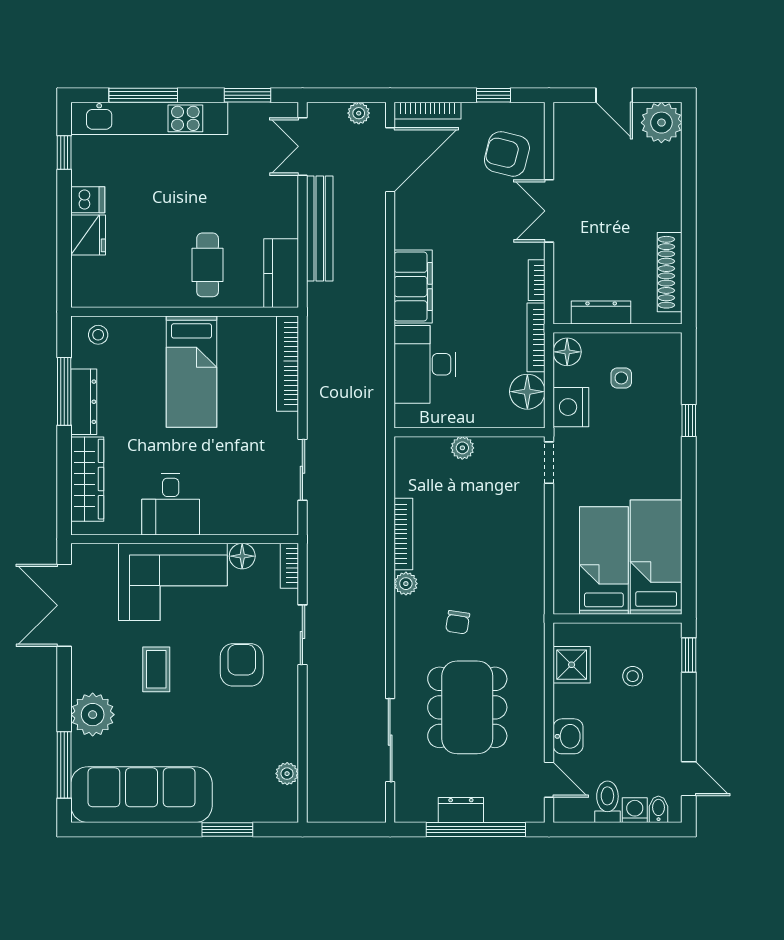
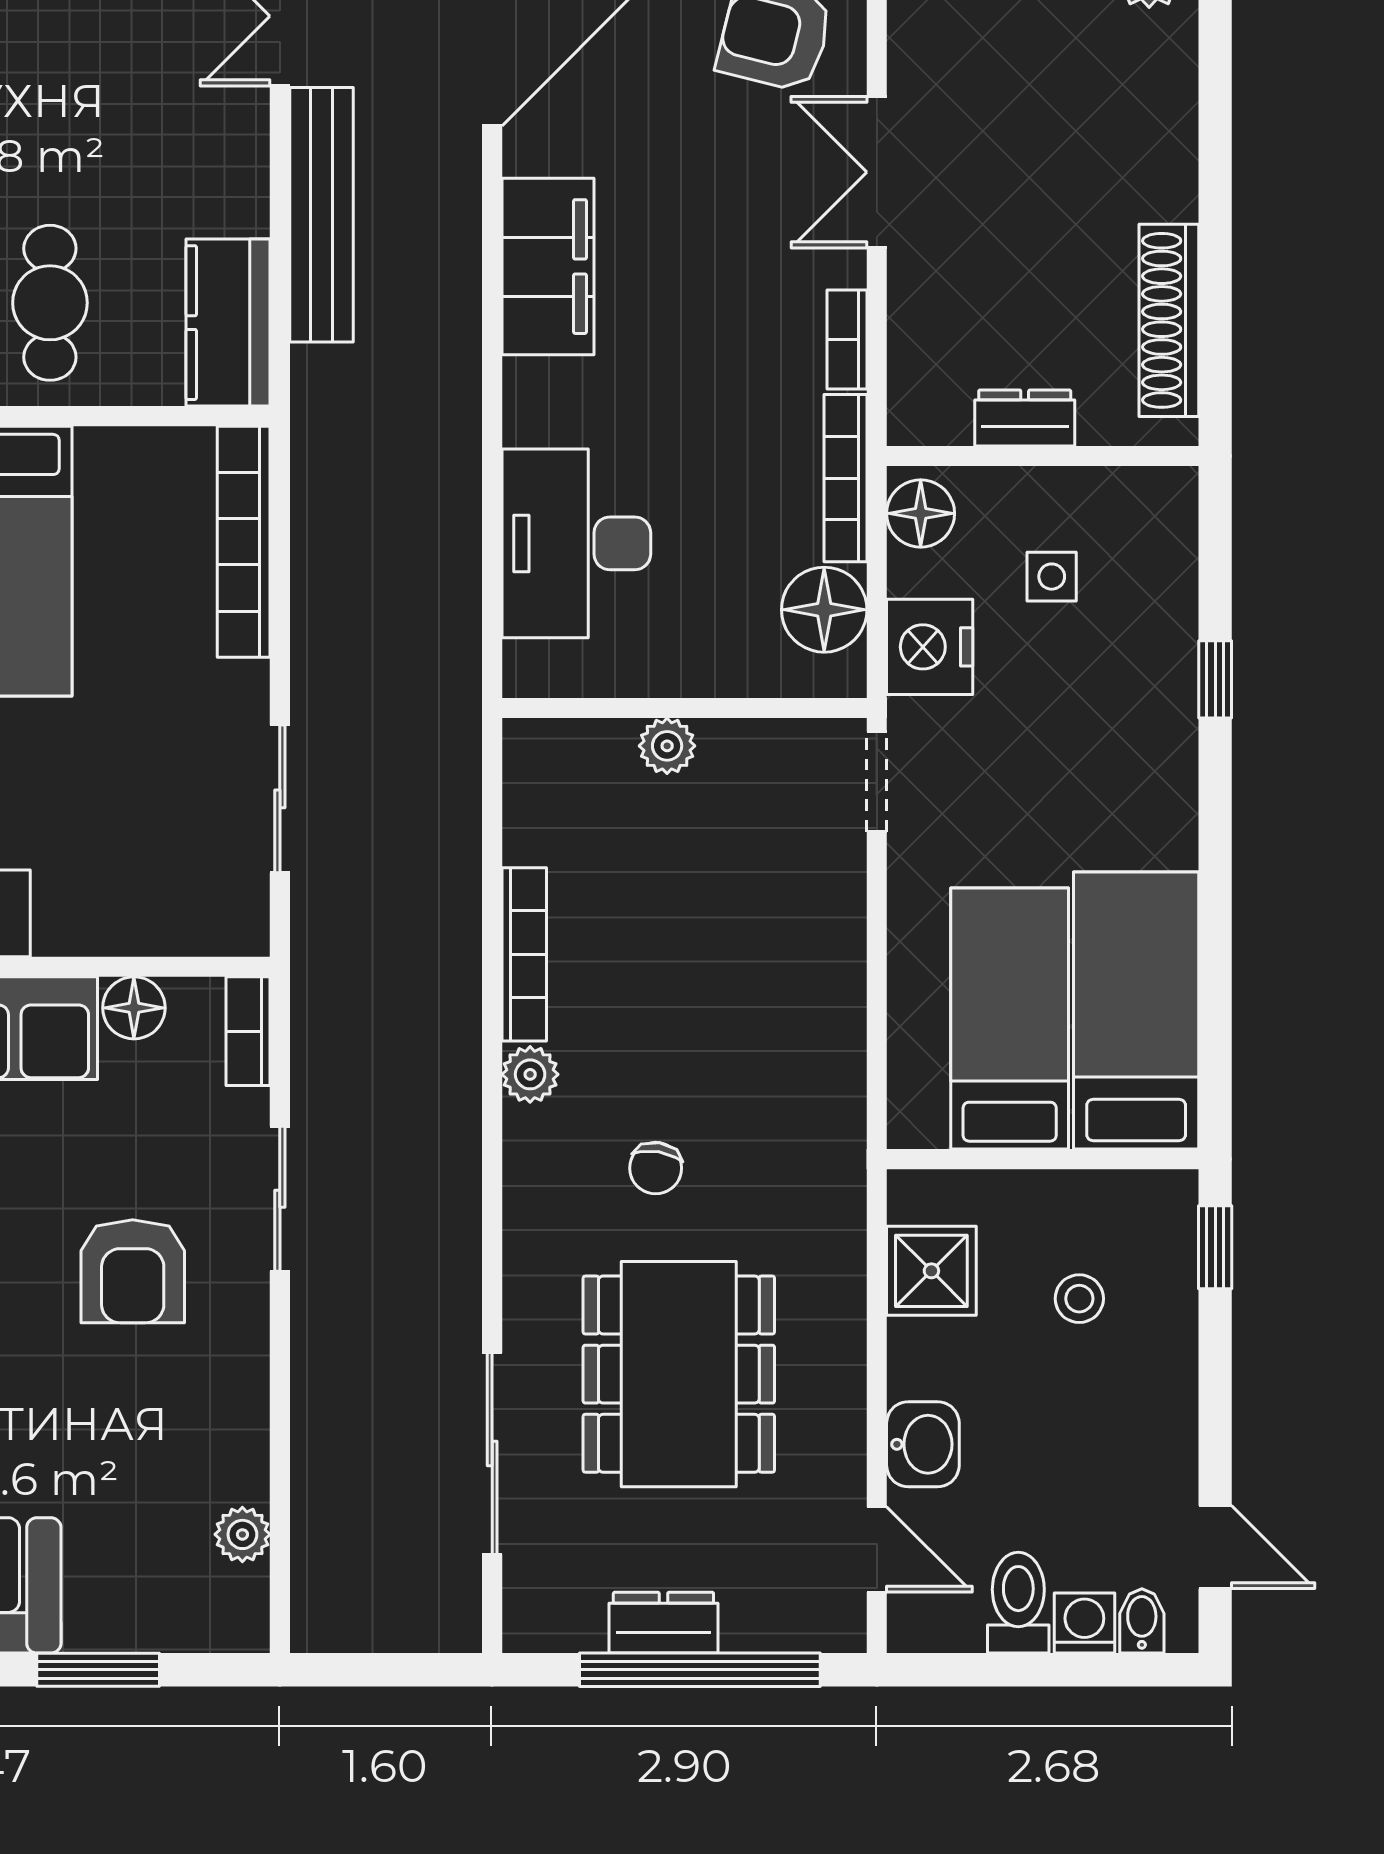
filing cabinet: (413, 287) -> (548, 267), moved
dresser: (601, 312) -> (1025, 418), width x0.70
armchair: (242, 665) -> (133, 1271), turned 180

